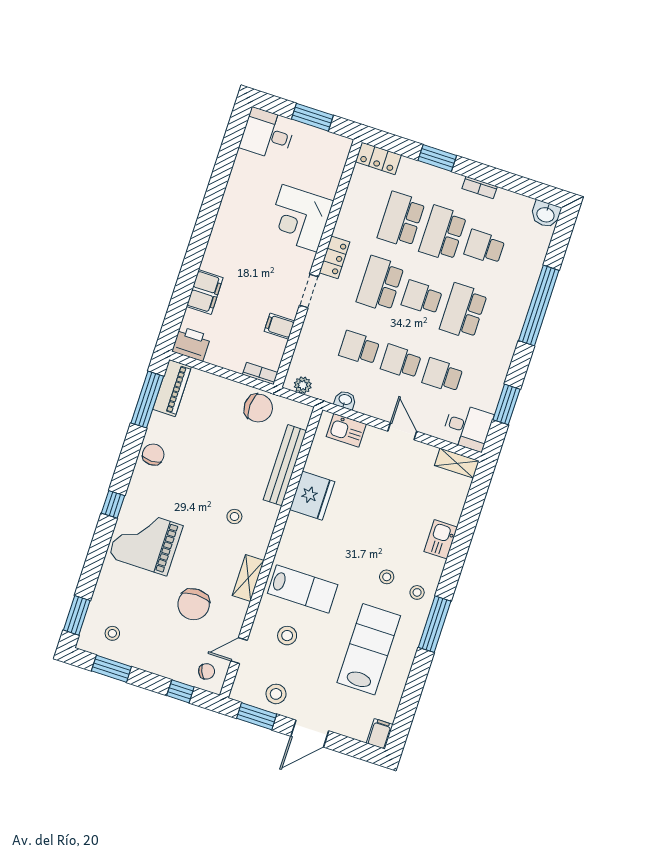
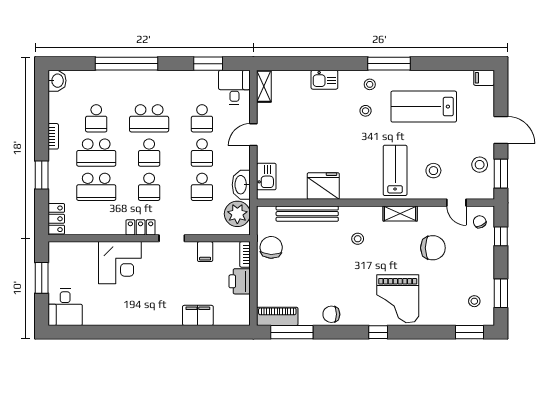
school desk: (380, 284) -> (149, 187), width x0.54
printer: (191, 344) -> (240, 281), moved
plant: (303, 385) -> (237, 214), width x1.88, depth x1.88
washbasin: (345, 400) -> (241, 185), width x1.91, depth x1.45

